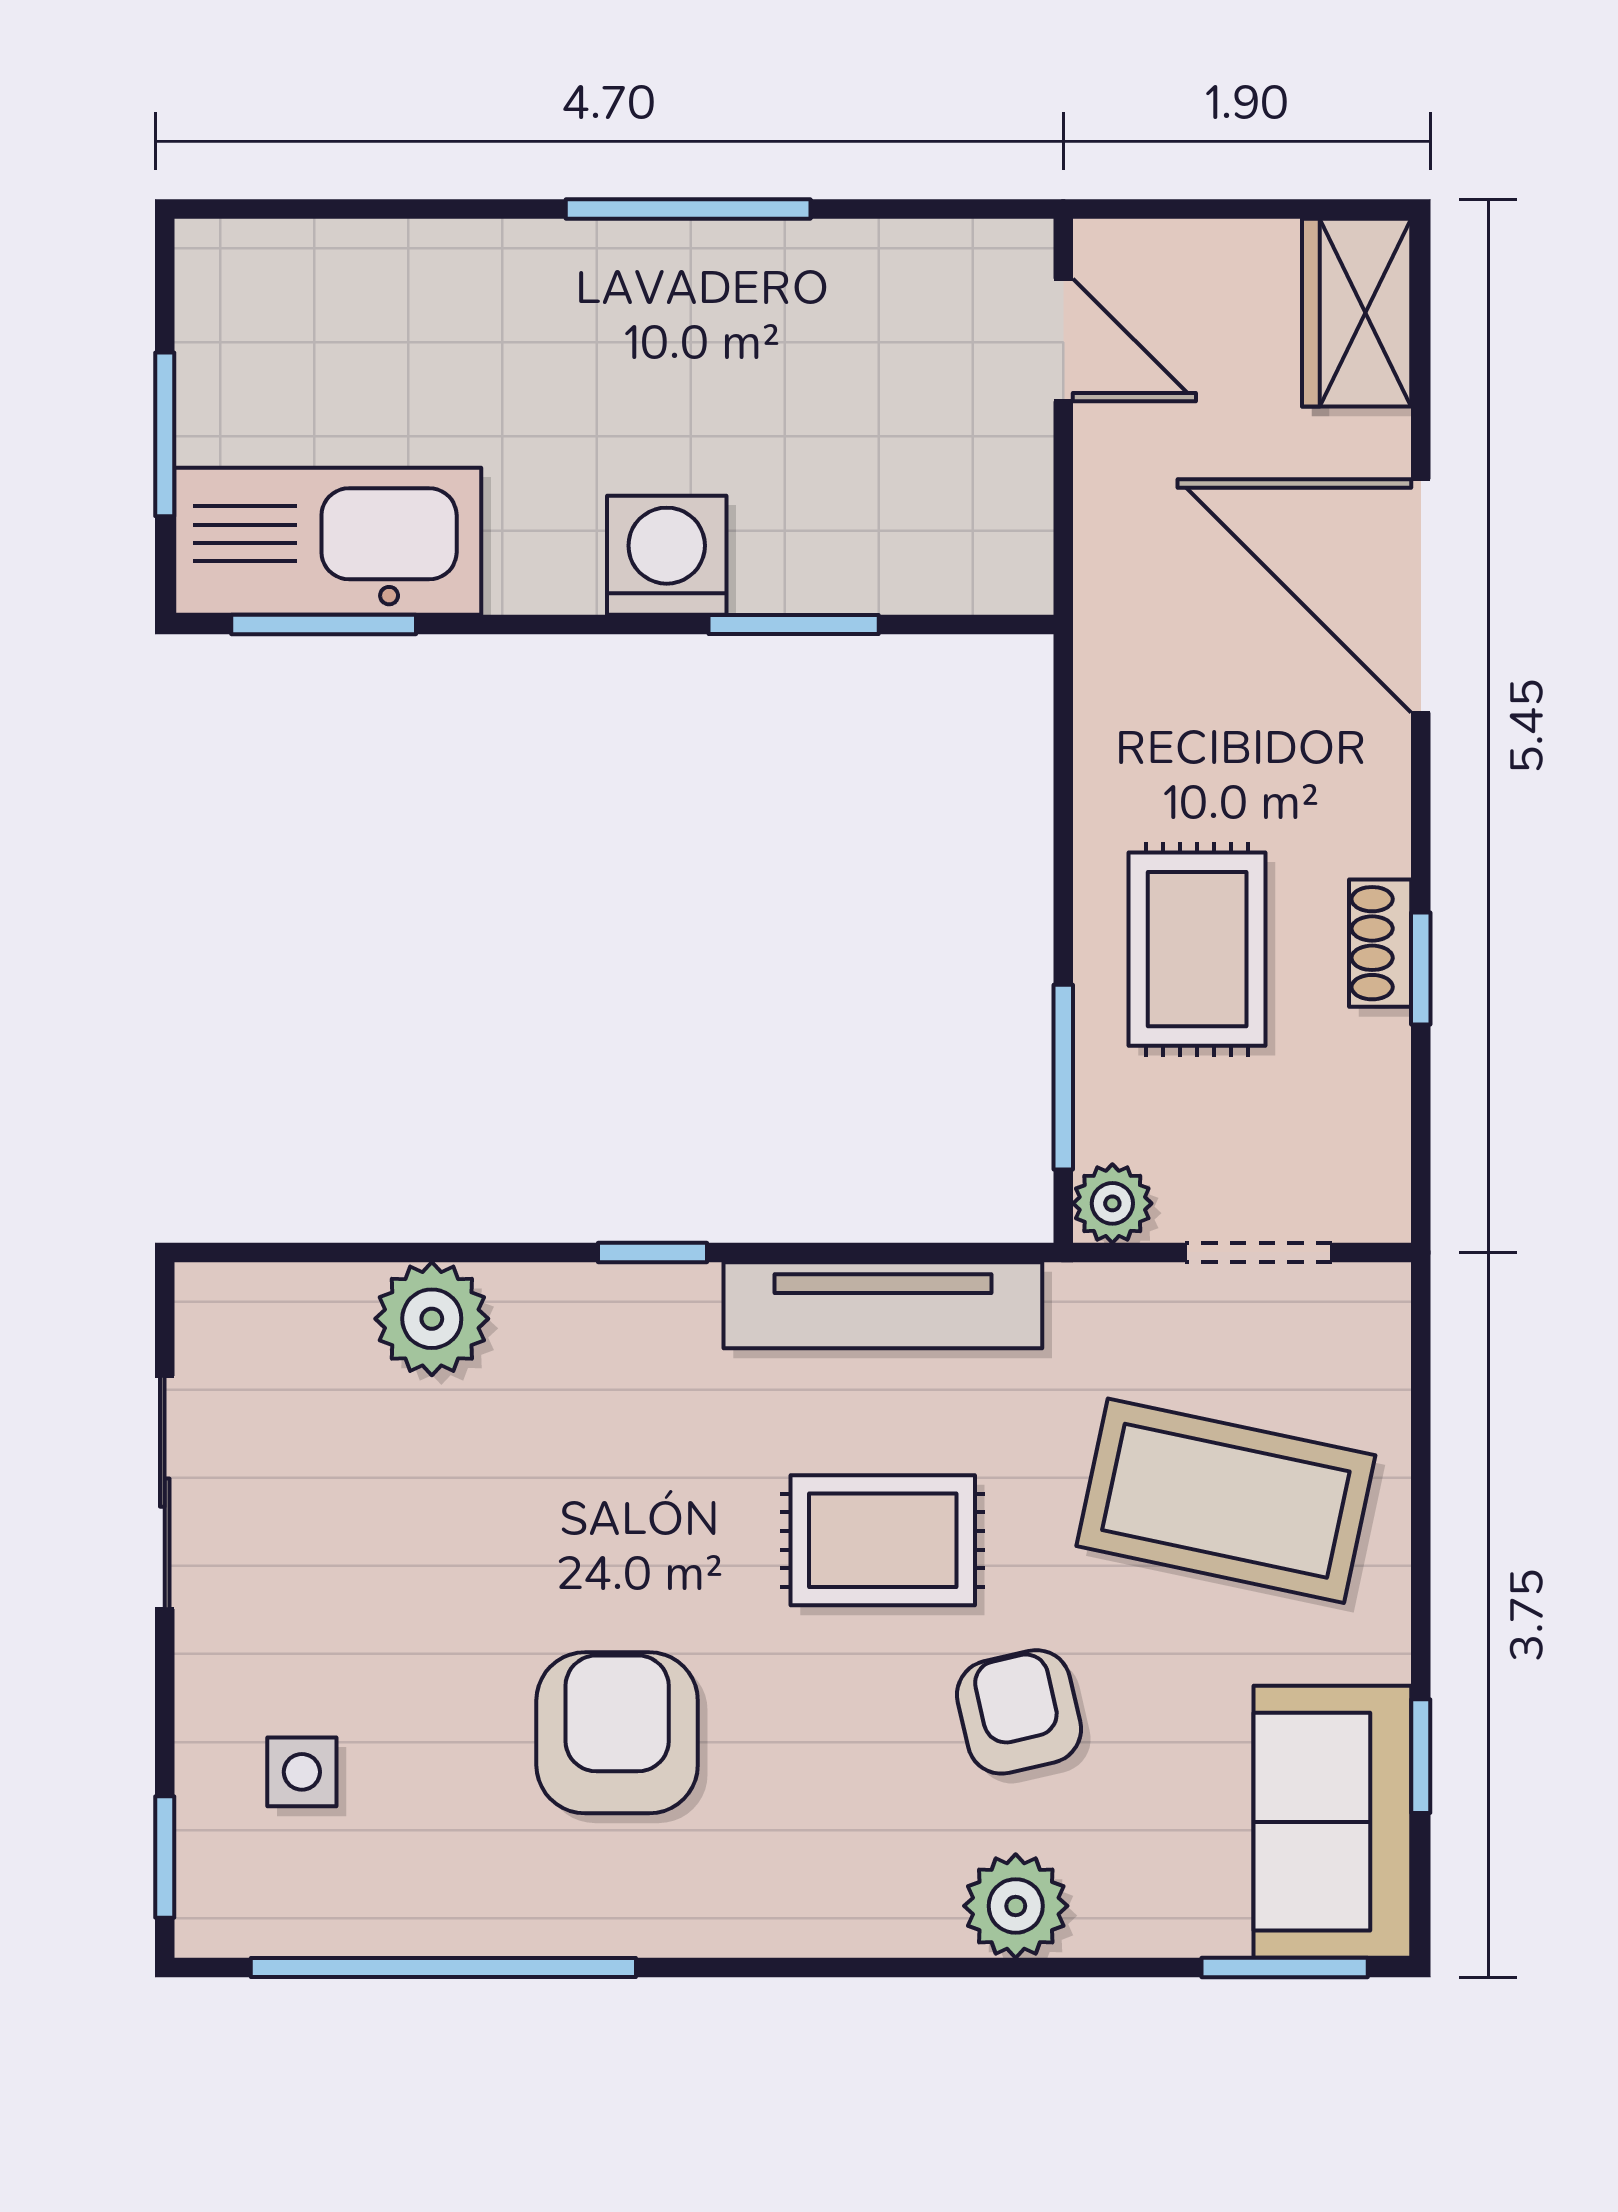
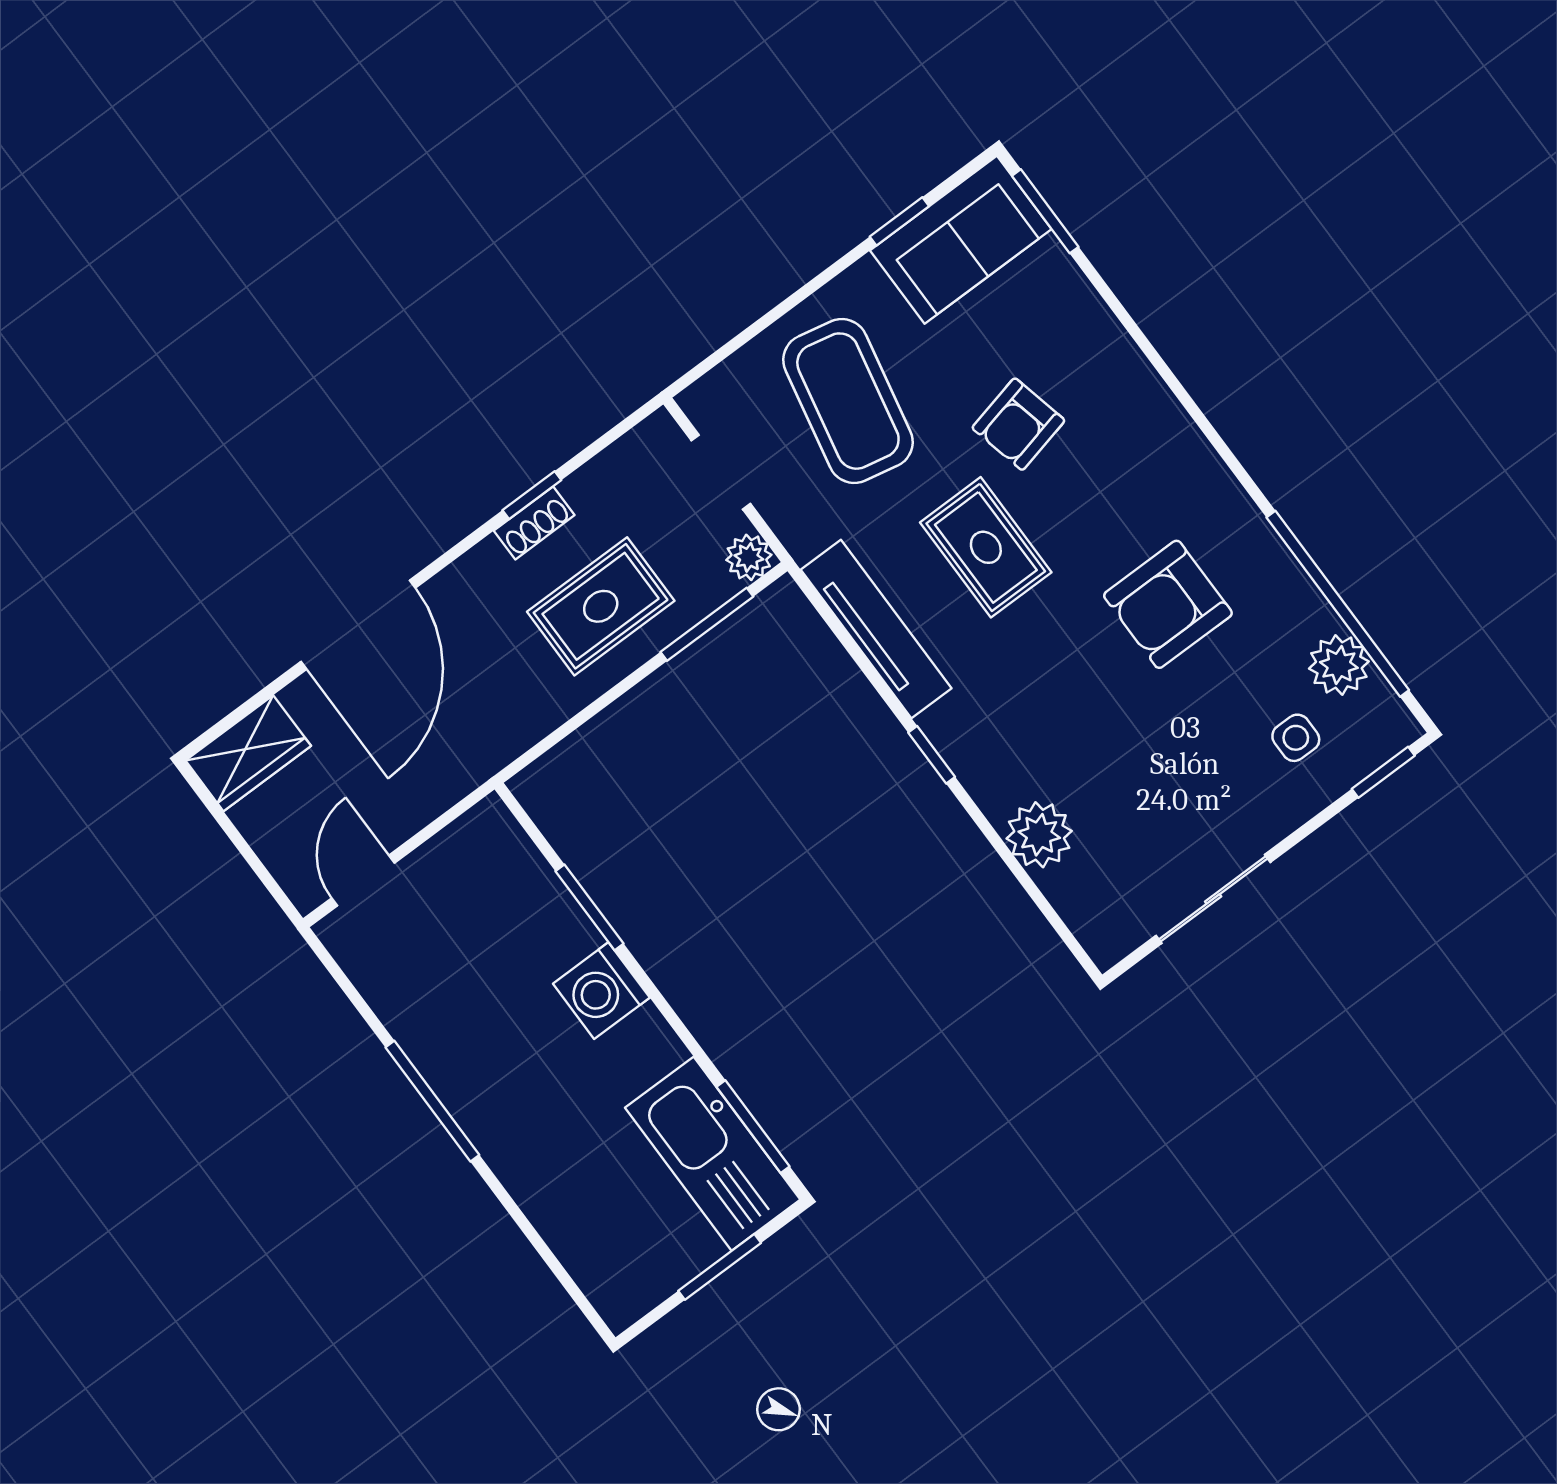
plant: (1016, 1906) -> (1339, 665), moved

